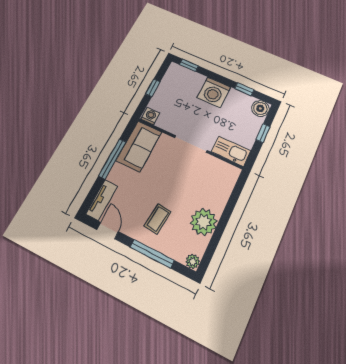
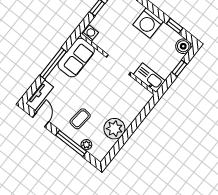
plant: (193, 261) -> (86, 145), moved

